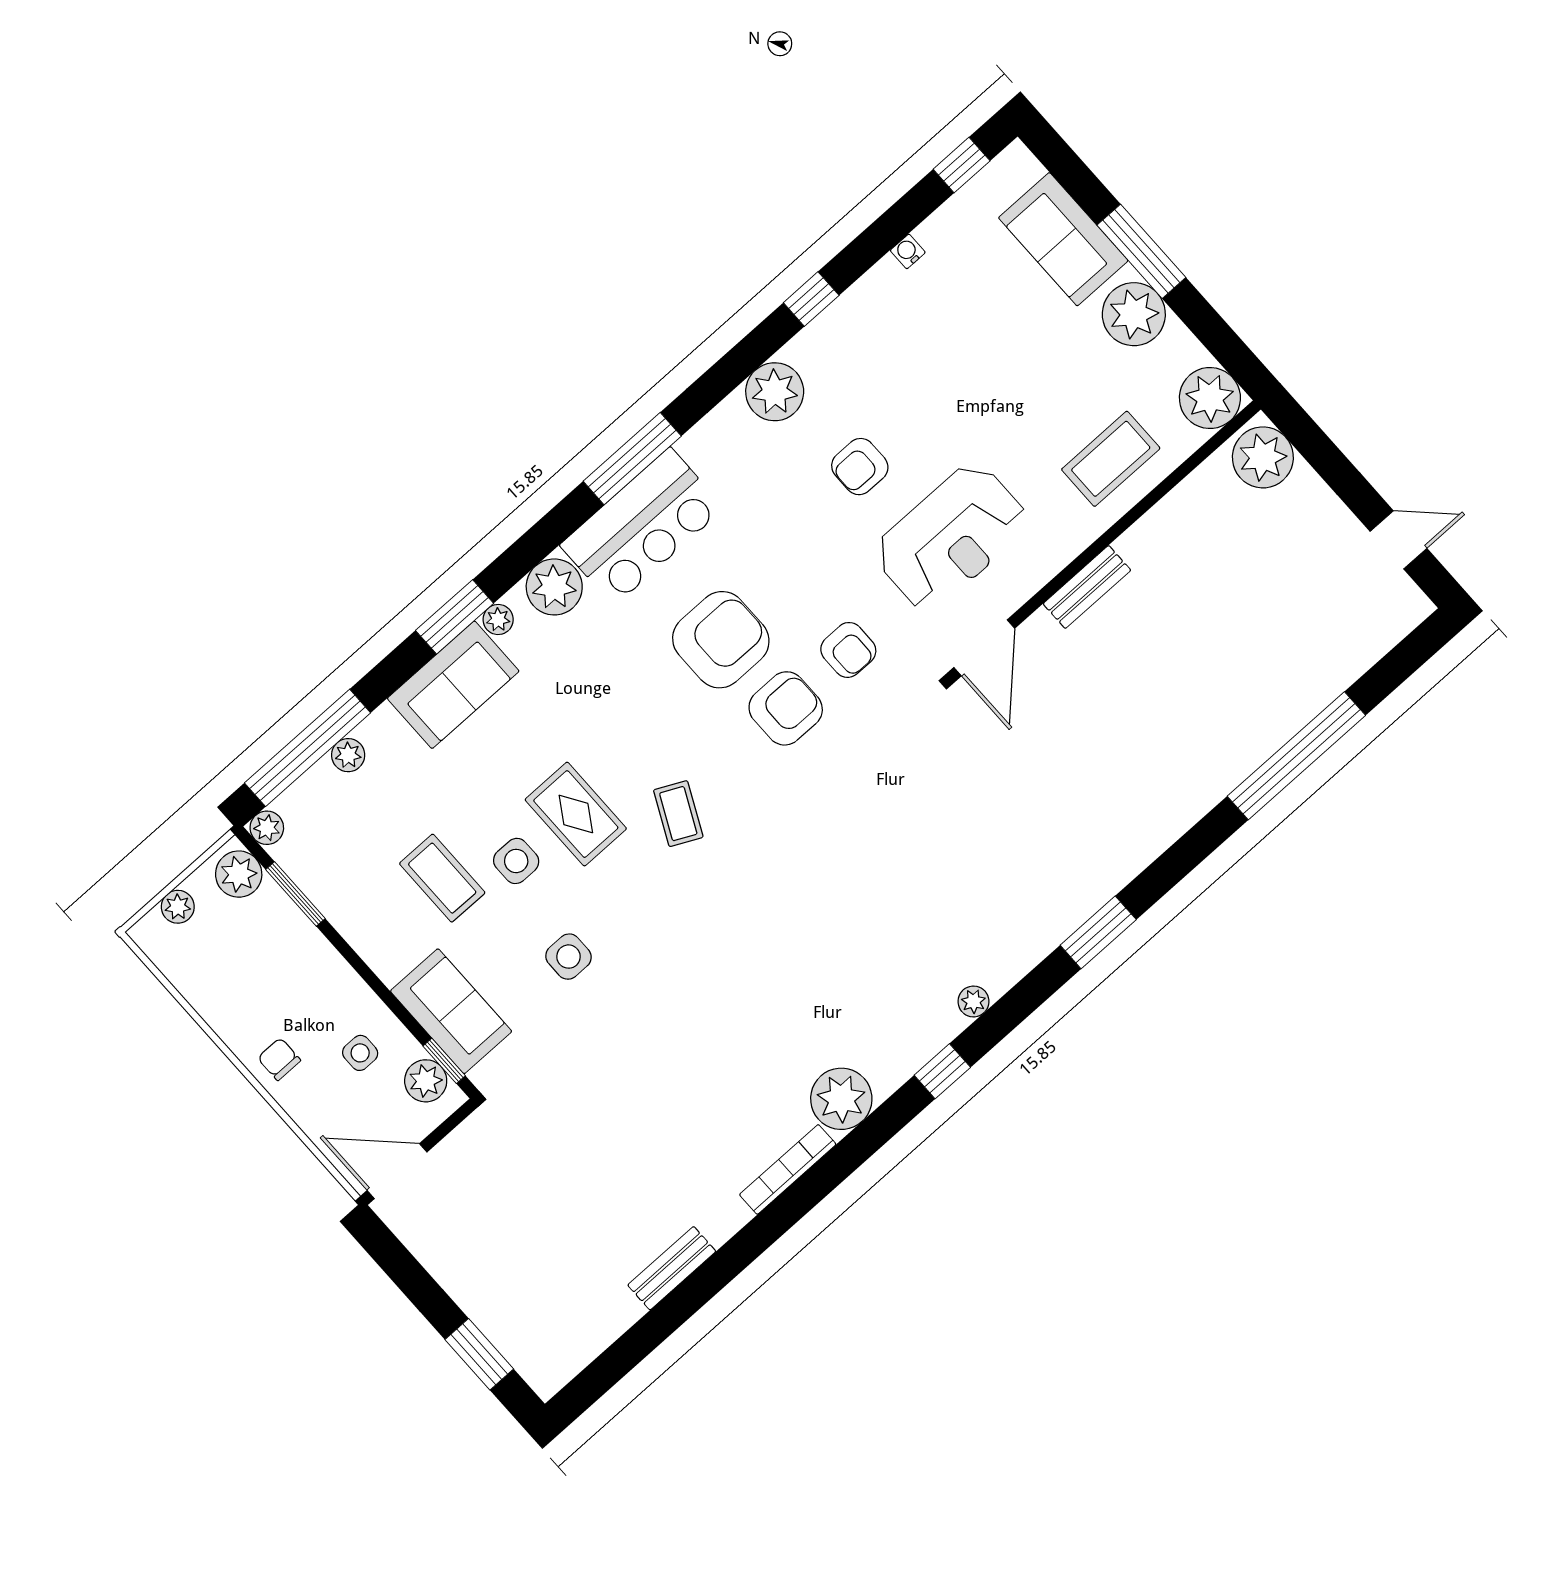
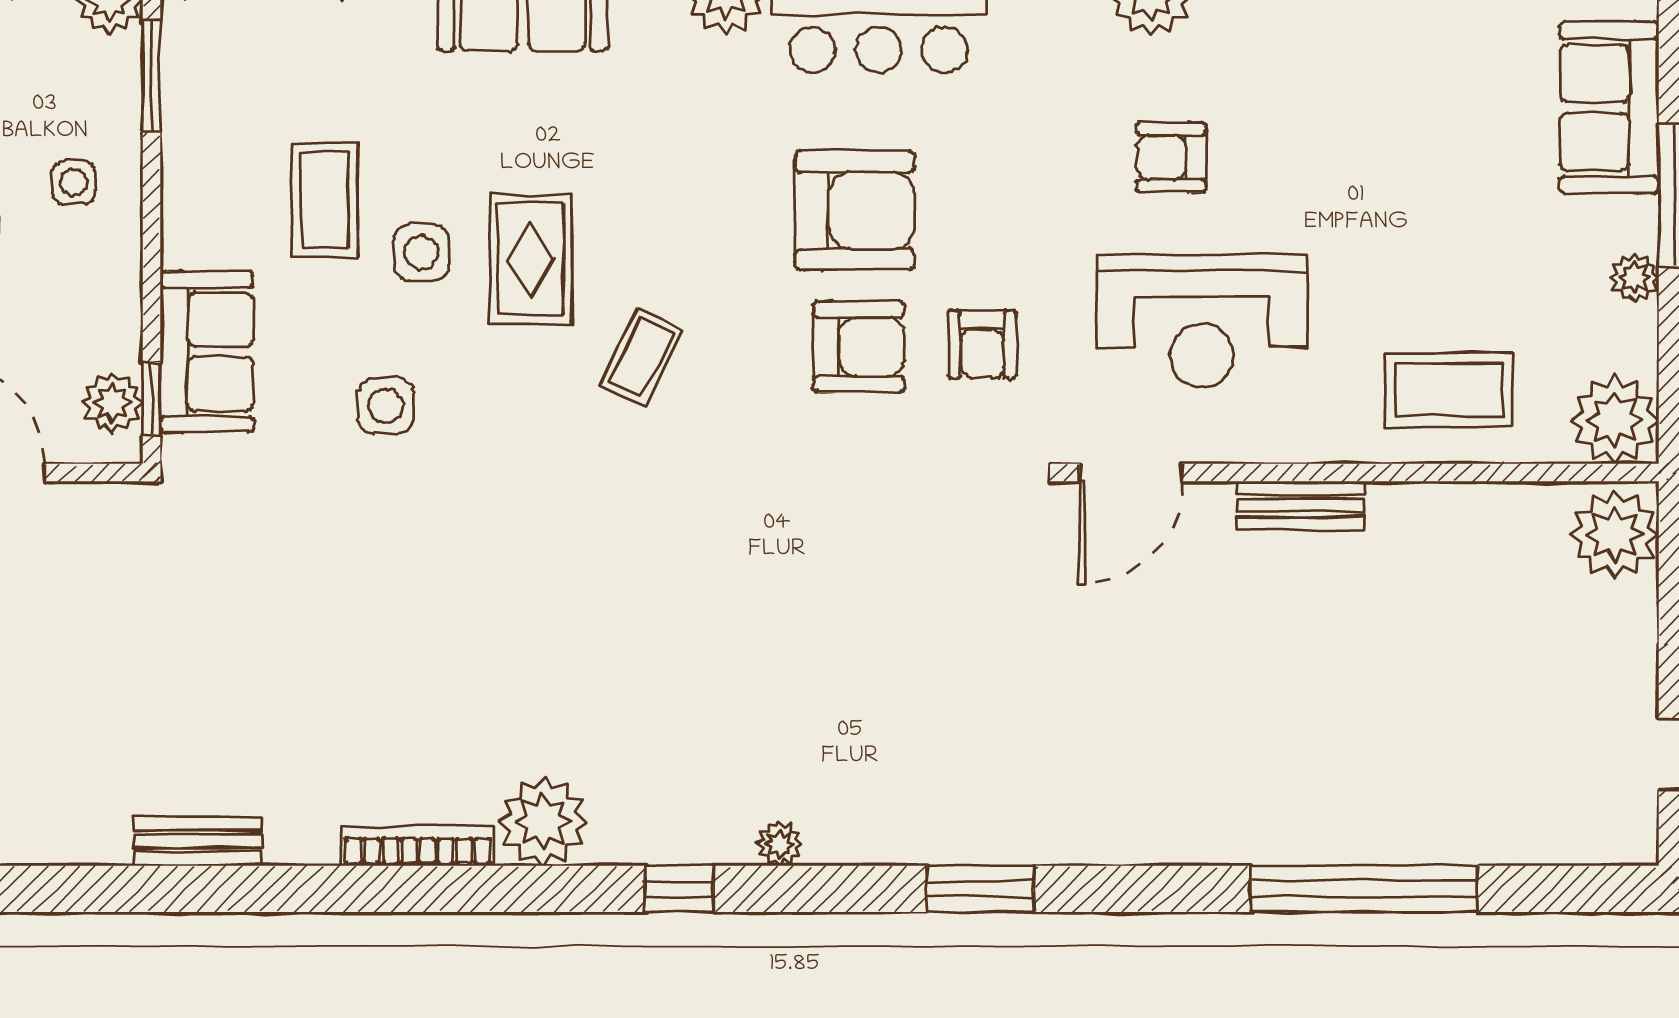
plant: (1134, 314) -> (1634, 278), width x0.53, depth x0.53
side table: (360, 1053) -> (74, 182), moved

